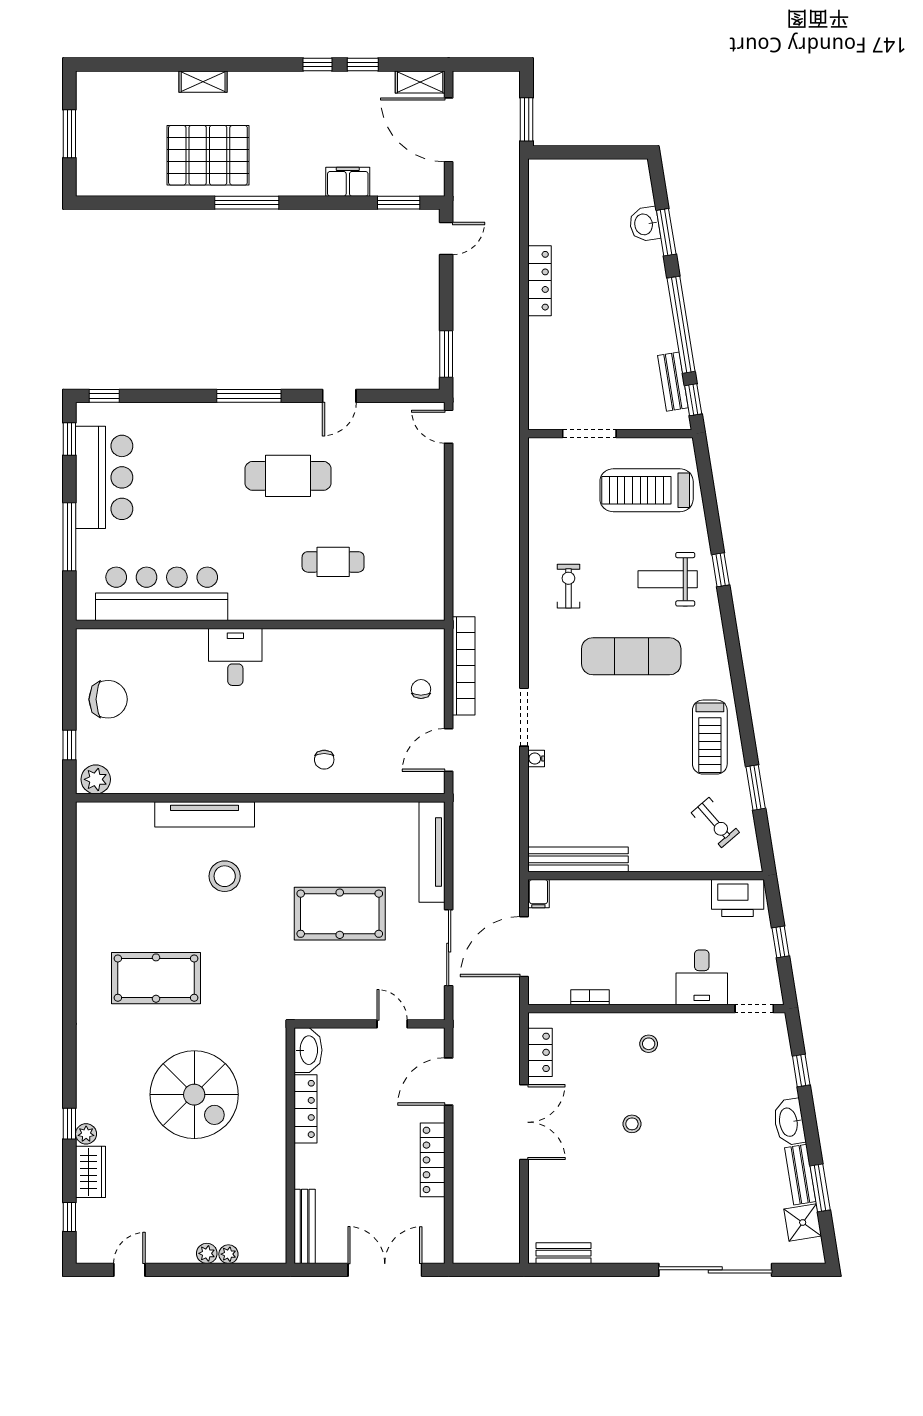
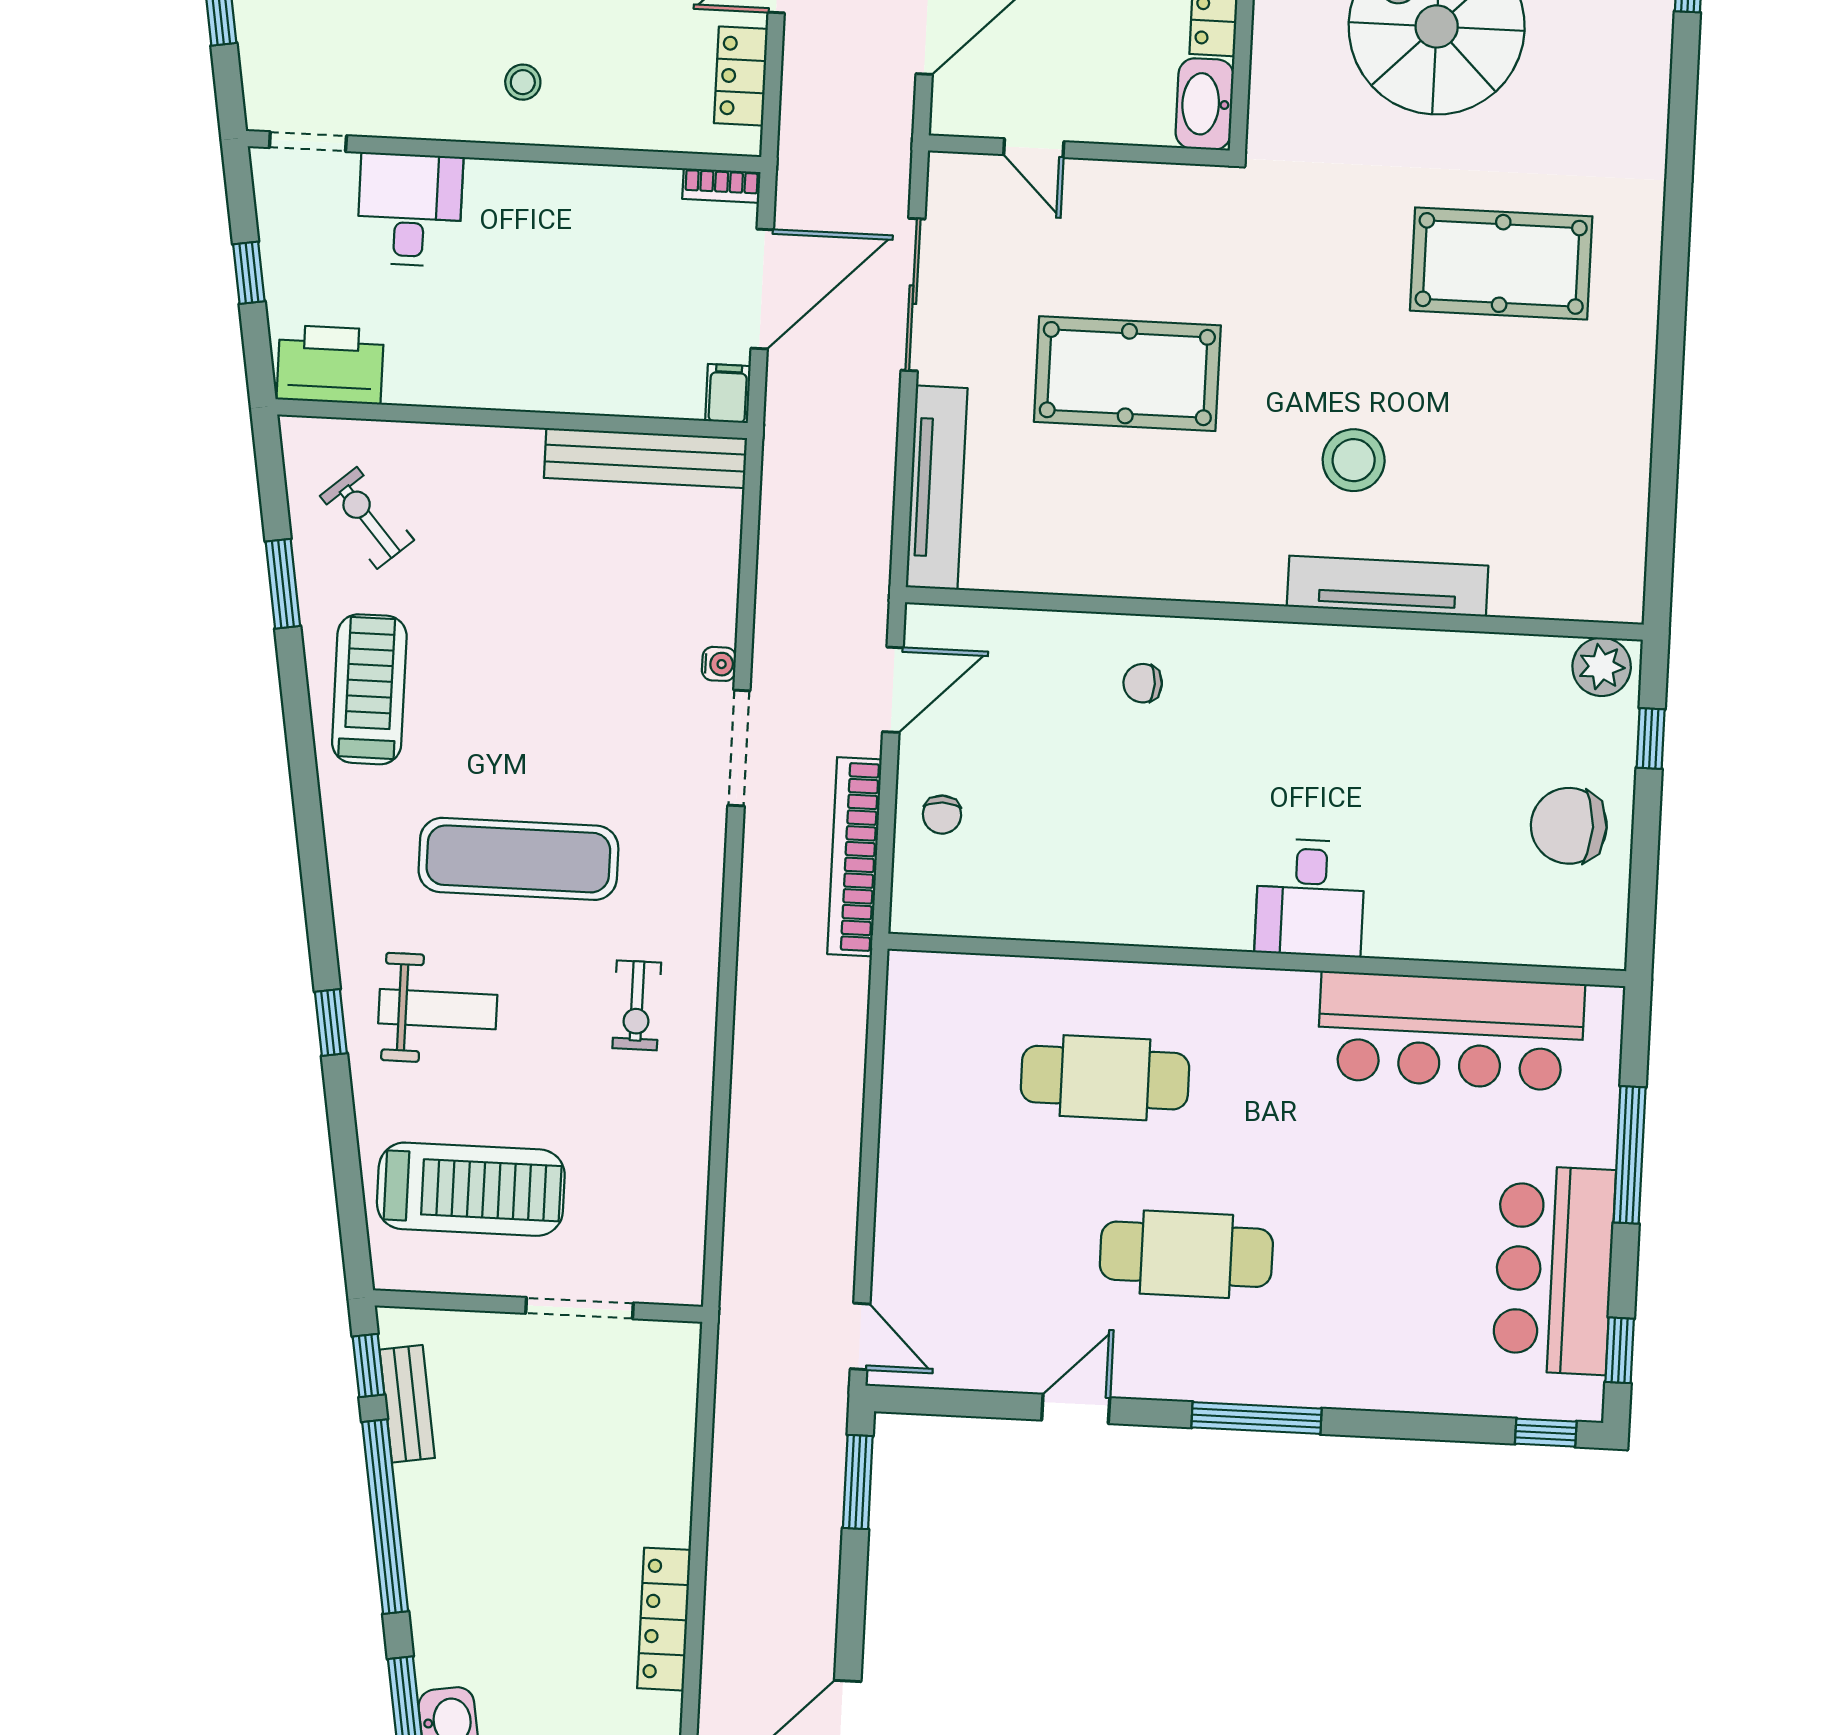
cafe table: (333, 562) -> (1105, 1078), width x1.37, depth x1.35
chair: (324, 760) -> (1143, 683), turned -90
bookcase: (590, 997) -> (721, 185), moved

